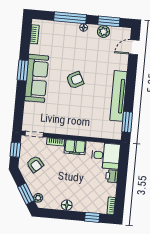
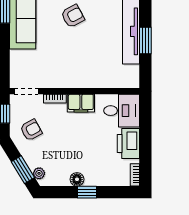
window: (127, 122) -> (145, 40), moved
armchair: (35, 164) -> (31, 130), turned -77
printer: (112, 176) -> (128, 144), width x1.87, depth x1.48
window: (92, 217) -> (87, 192), moved

